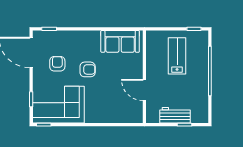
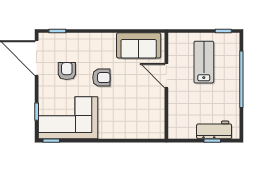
door: (144, 90) -> (166, 76), moved
workbench: (175, 115) -> (214, 130), moved

